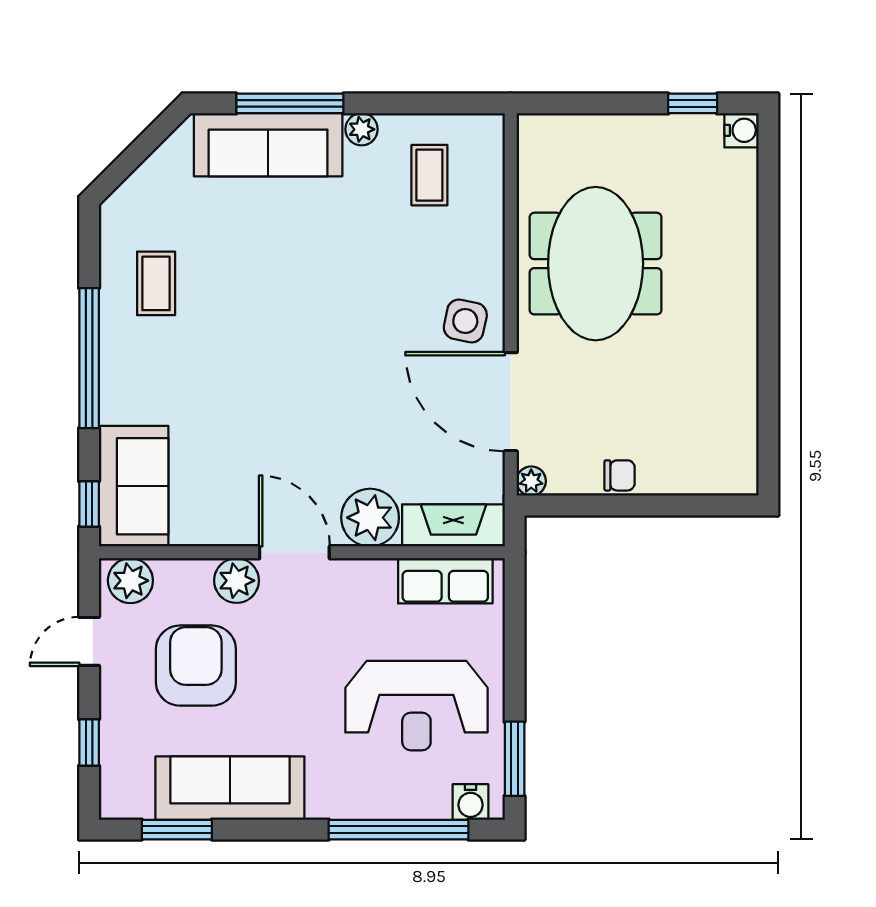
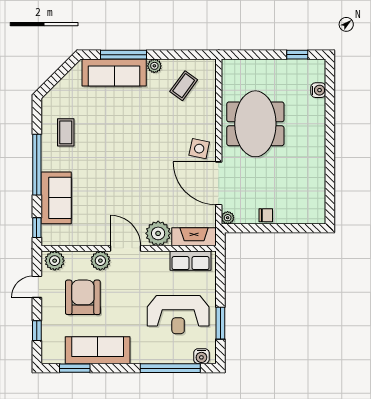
water cooler: (741, 130) -> (318, 90), moved
coffee table: (429, 175) -> (184, 86), turned 36
sofa: (134, 486) -> (56, 198), moved
window: (515, 759) -> (220, 323), moved

